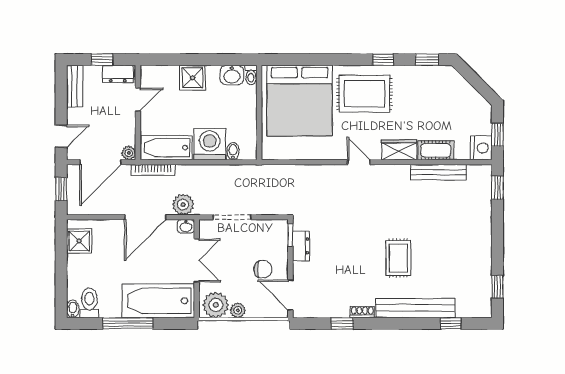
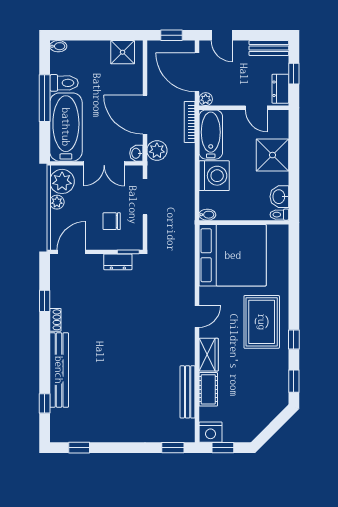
shower: (192, 78) -> (272, 155), width x1.36, depth x1.36
bed: (299, 101) -> (233, 255), moved, turned 180
bidet: (233, 151) -> (207, 215), moved
rug: (399, 258) -> (106, 354), removed
chair: (263, 269) -> (112, 221), moved, turned 90
toilet: (89, 303) -> (64, 83), moved

